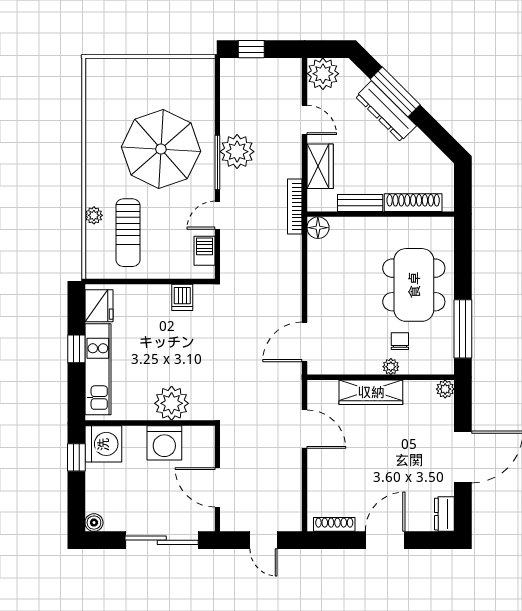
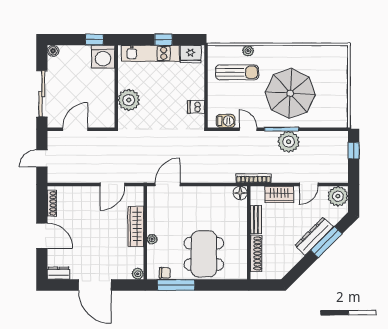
sun lounger: (128, 233) -> (237, 72), turned 180
dining table: (414, 285) -> (204, 254), turned 90
chair: (400, 341) -> (165, 273), moved
door: (304, 342) -> (168, 184), hinge flipped
washing machine: (164, 443) -> (104, 95), removed

